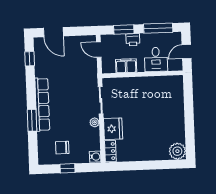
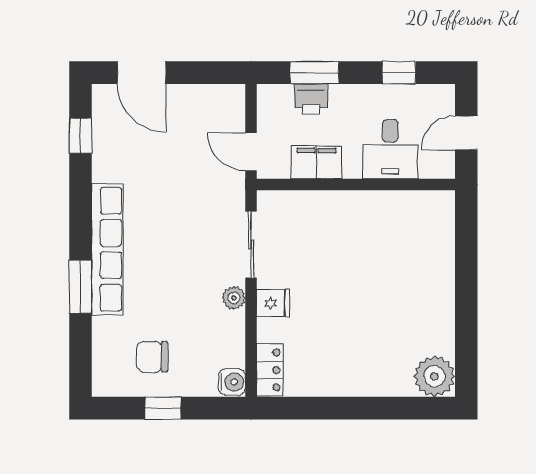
window: (158, 28) -> (399, 73), width x0.46
printer: (133, 40) -> (311, 99), moved
door: (99, 50) -> (251, 152), moved
fridge: (113, 129) -> (273, 303), width x0.53, depth x0.75

